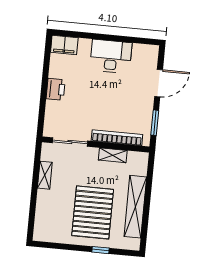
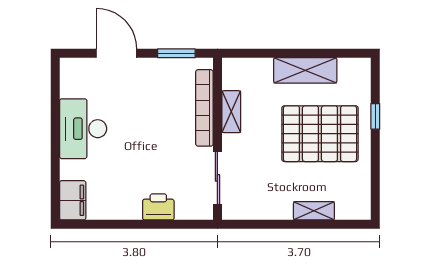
printer: (56, 89) -> (158, 207), moved
shelving: (45, 175) -> (314, 211), moved
shelving: (135, 207) -> (305, 70), width x0.68

